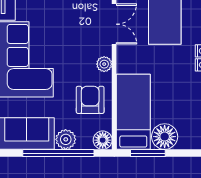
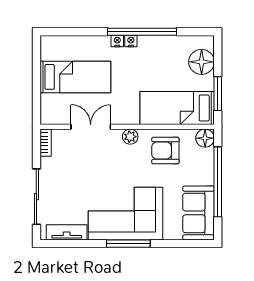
floor lamp: (165, 137) -> (202, 62), moved
plant: (66, 139) -> (204, 175), removed

